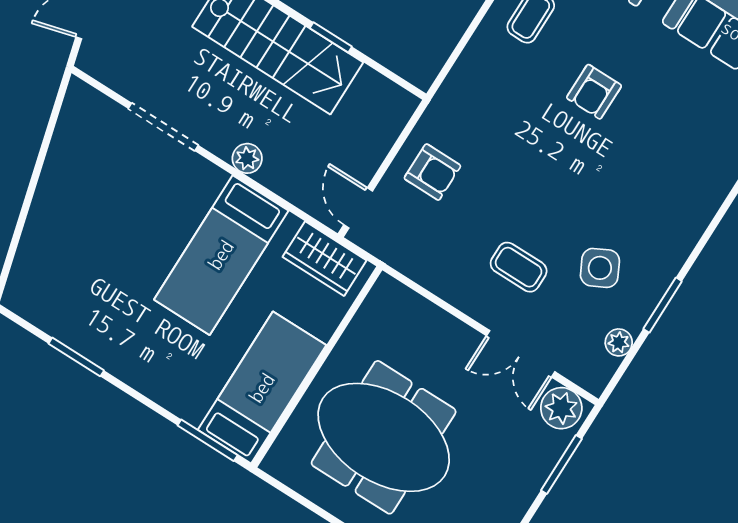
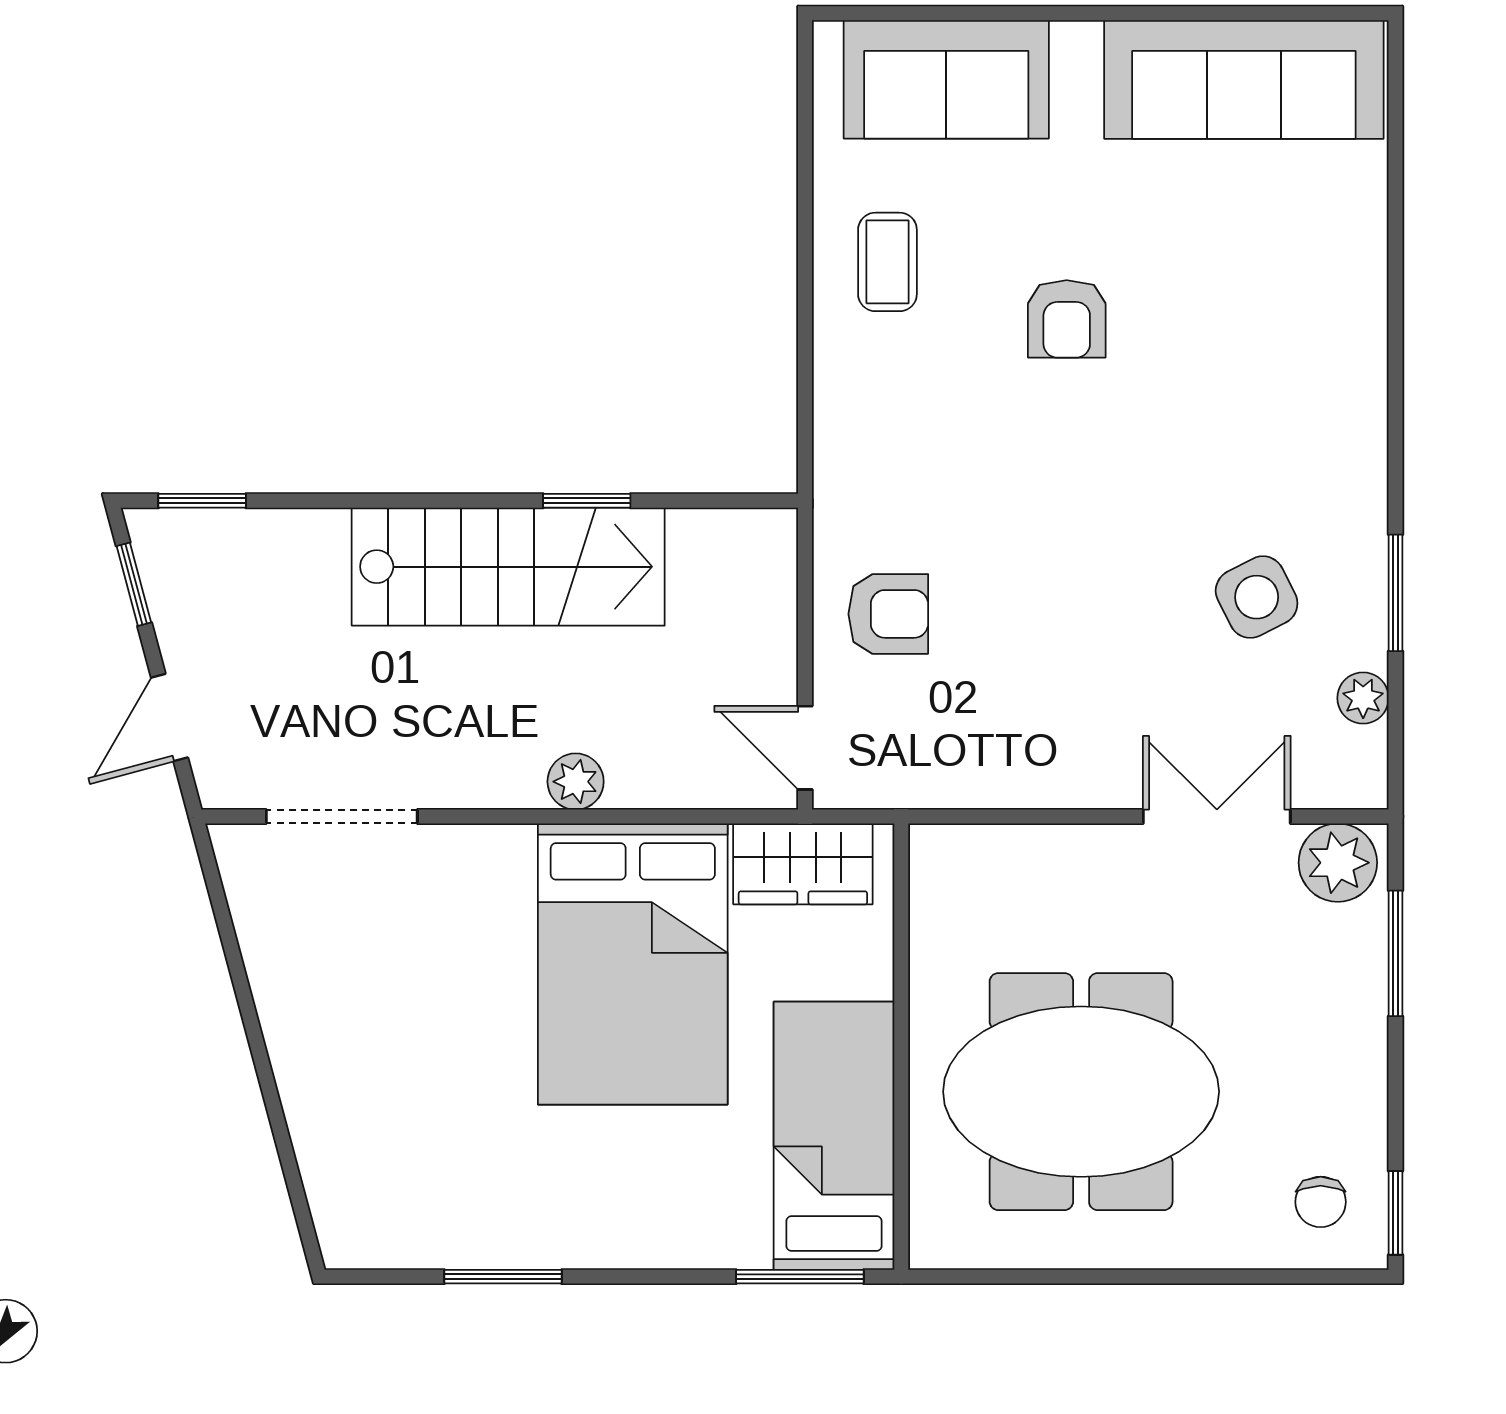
doorway: (163, 127) -> (342, 817), moved
bed: (221, 255) -> (633, 964), width x1.50
coffee table: (519, 267) -> (1125, 679), removed
double door: (521, 354) -> (1217, 817), swing flipped

